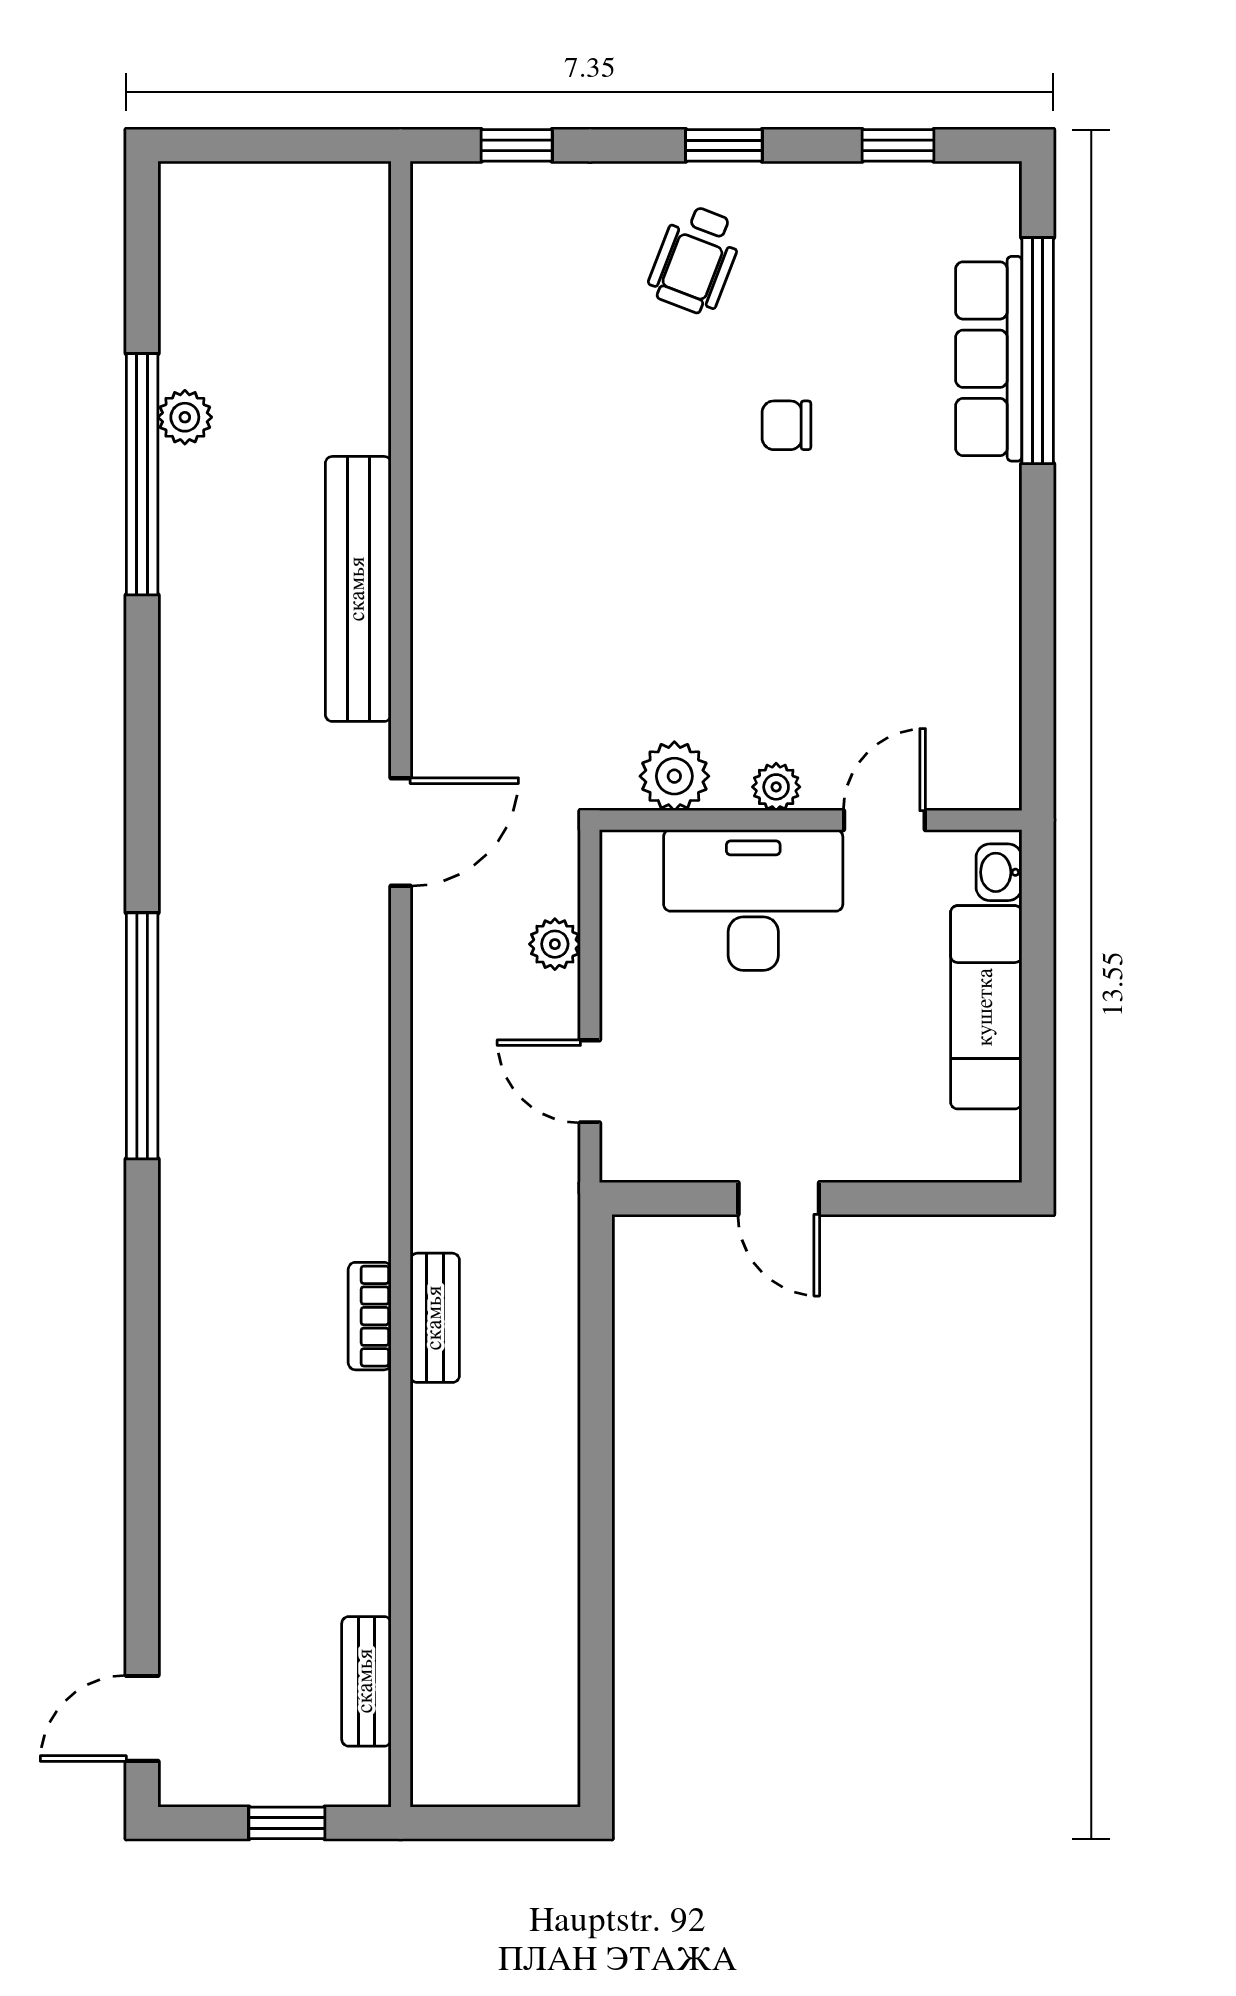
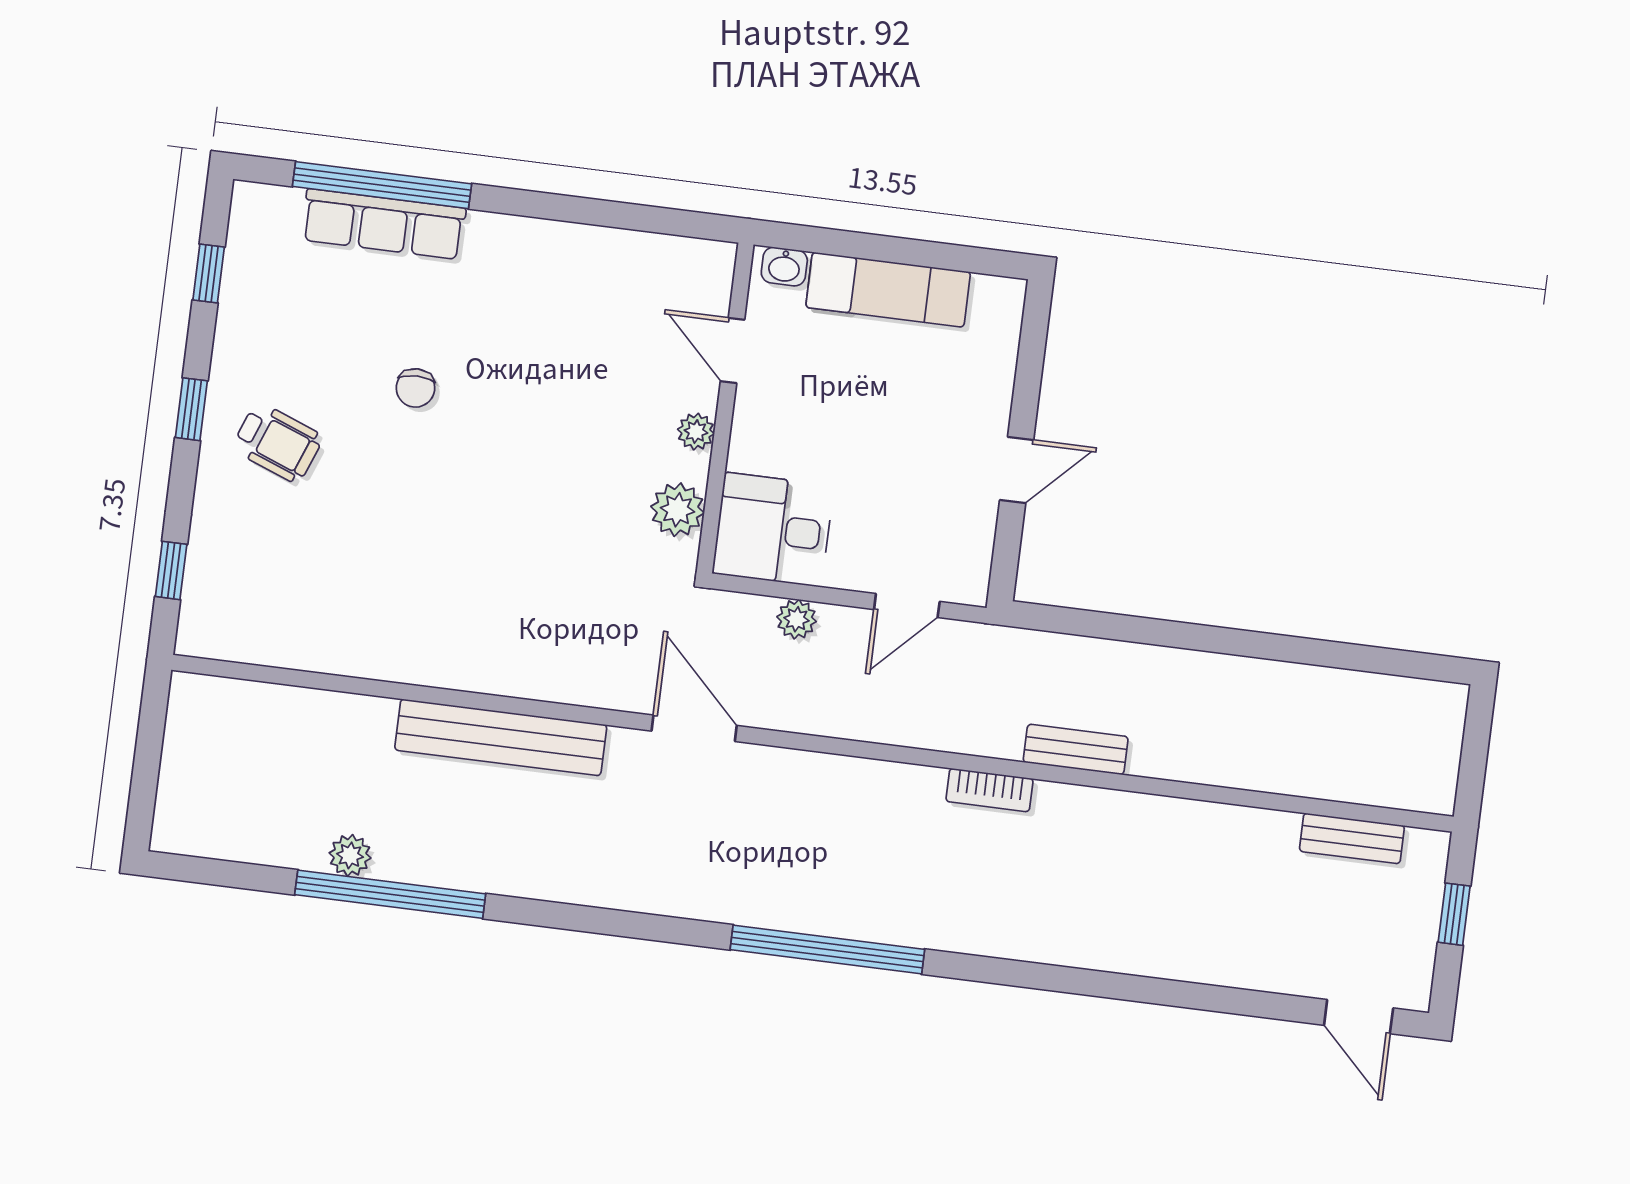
desk: (753, 900) -> (773, 530), moved, width x0.73
bookcase: (370, 1316) -> (990, 790), moved

